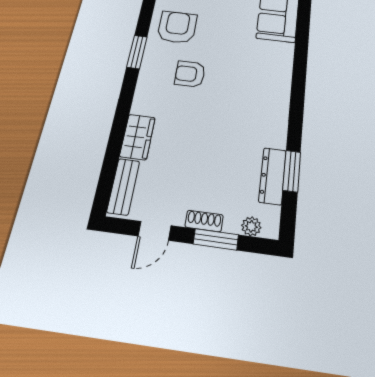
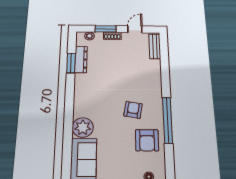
window: (137, 52) -> (168, 120), width x2.11
plant: (277, 57) -> (83, 127), added
armchair: (190, 74) -> (133, 110), turned -80
wardrobe: (137, 137) -> (154, 71), removed

